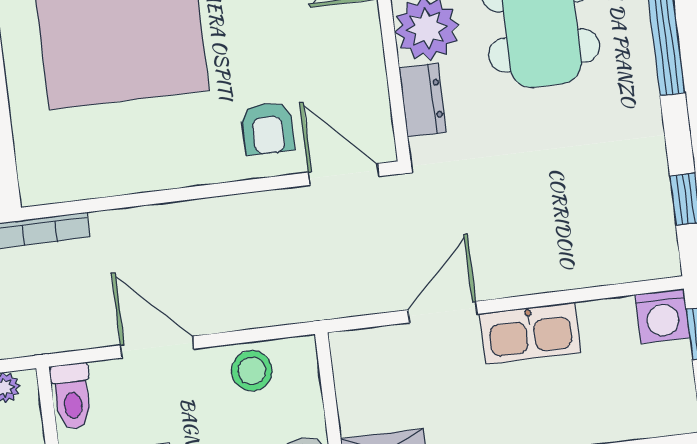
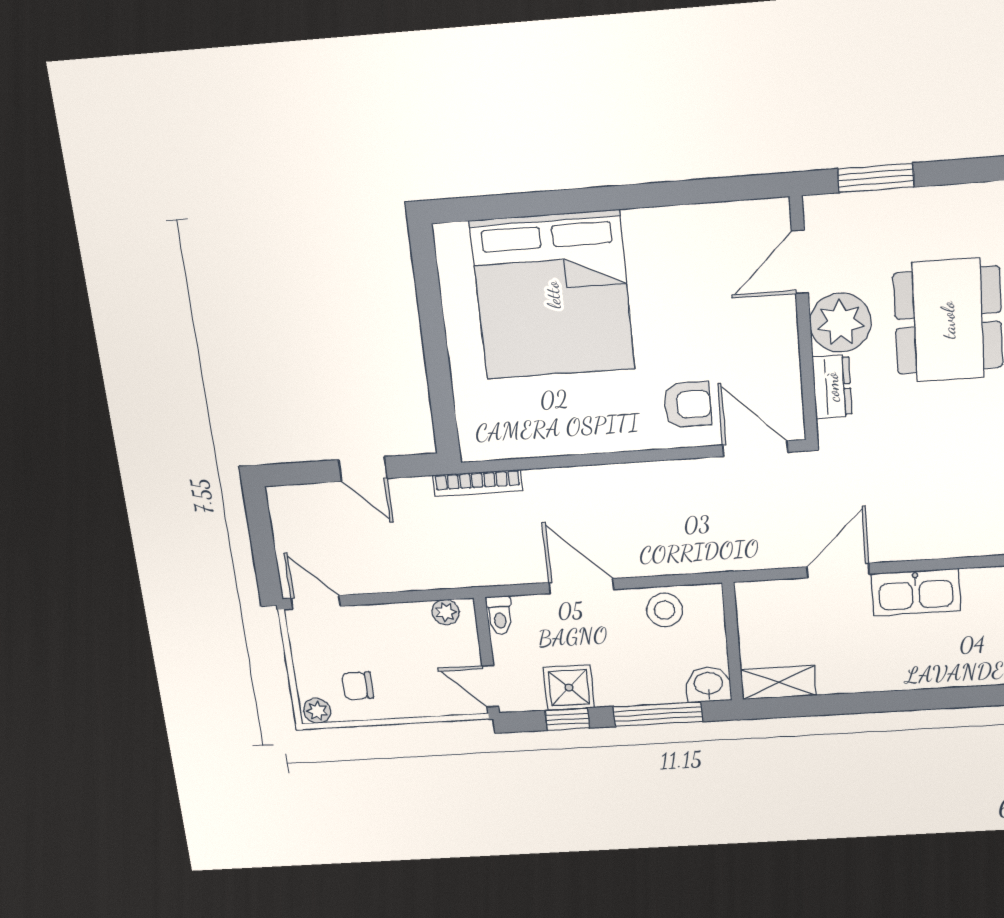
armchair: (268, 128) -> (687, 405), turned -90
toilet: (72, 396) -> (500, 615), width x0.73, depth x0.72

